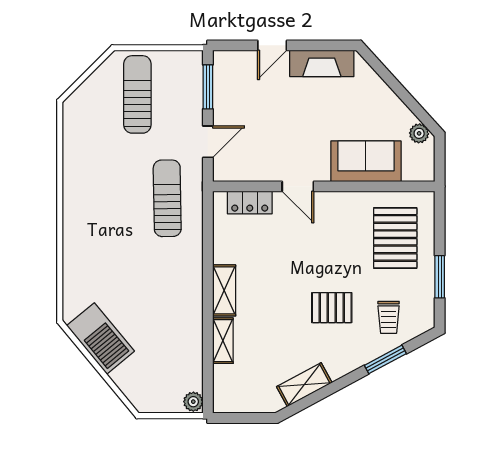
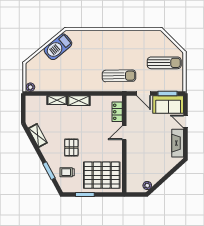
sofa: (366, 161) -> (168, 104), moved, turned 90
pallet: (395, 238) -> (102, 175), width x1.37, depth x1.41

